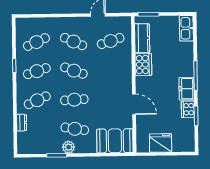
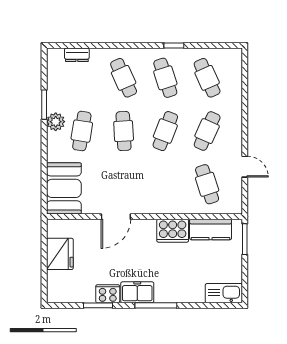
dresser: (22, 123) -> (77, 55), moved

